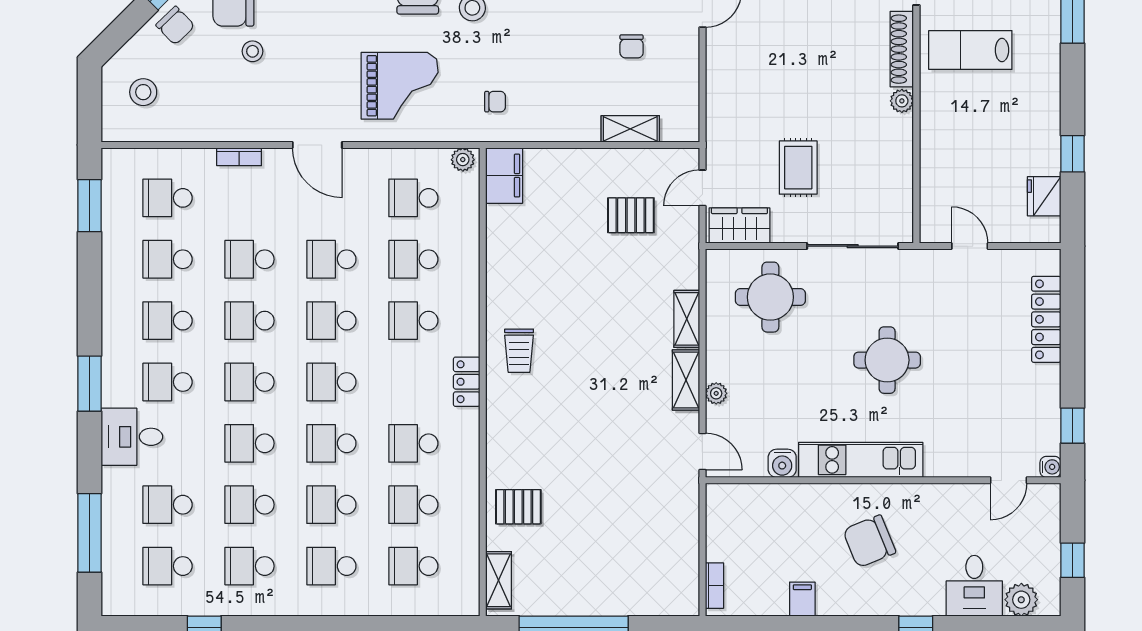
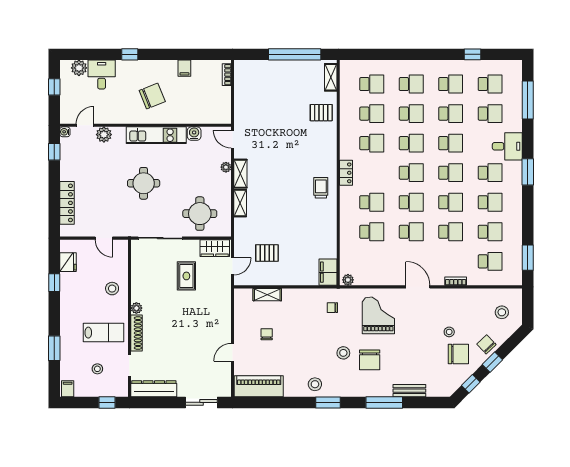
grand piano: (400, 86) -> (378, 315), turned 90
stool: (953, 141) -> (112, 289), added
school desk: (413, 198) -> (372, 261), removed
plant: (970, 461) -> (104, 135), added

